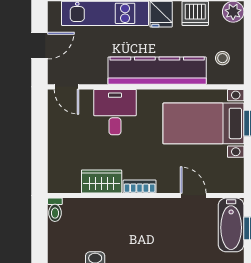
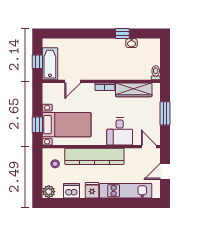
window: (40, 142) -> (165, 113), added
wardrobe: (102, 181) -> (134, 90), width x1.50
door: (193, 196) -> (73, 81), hinge flipped

